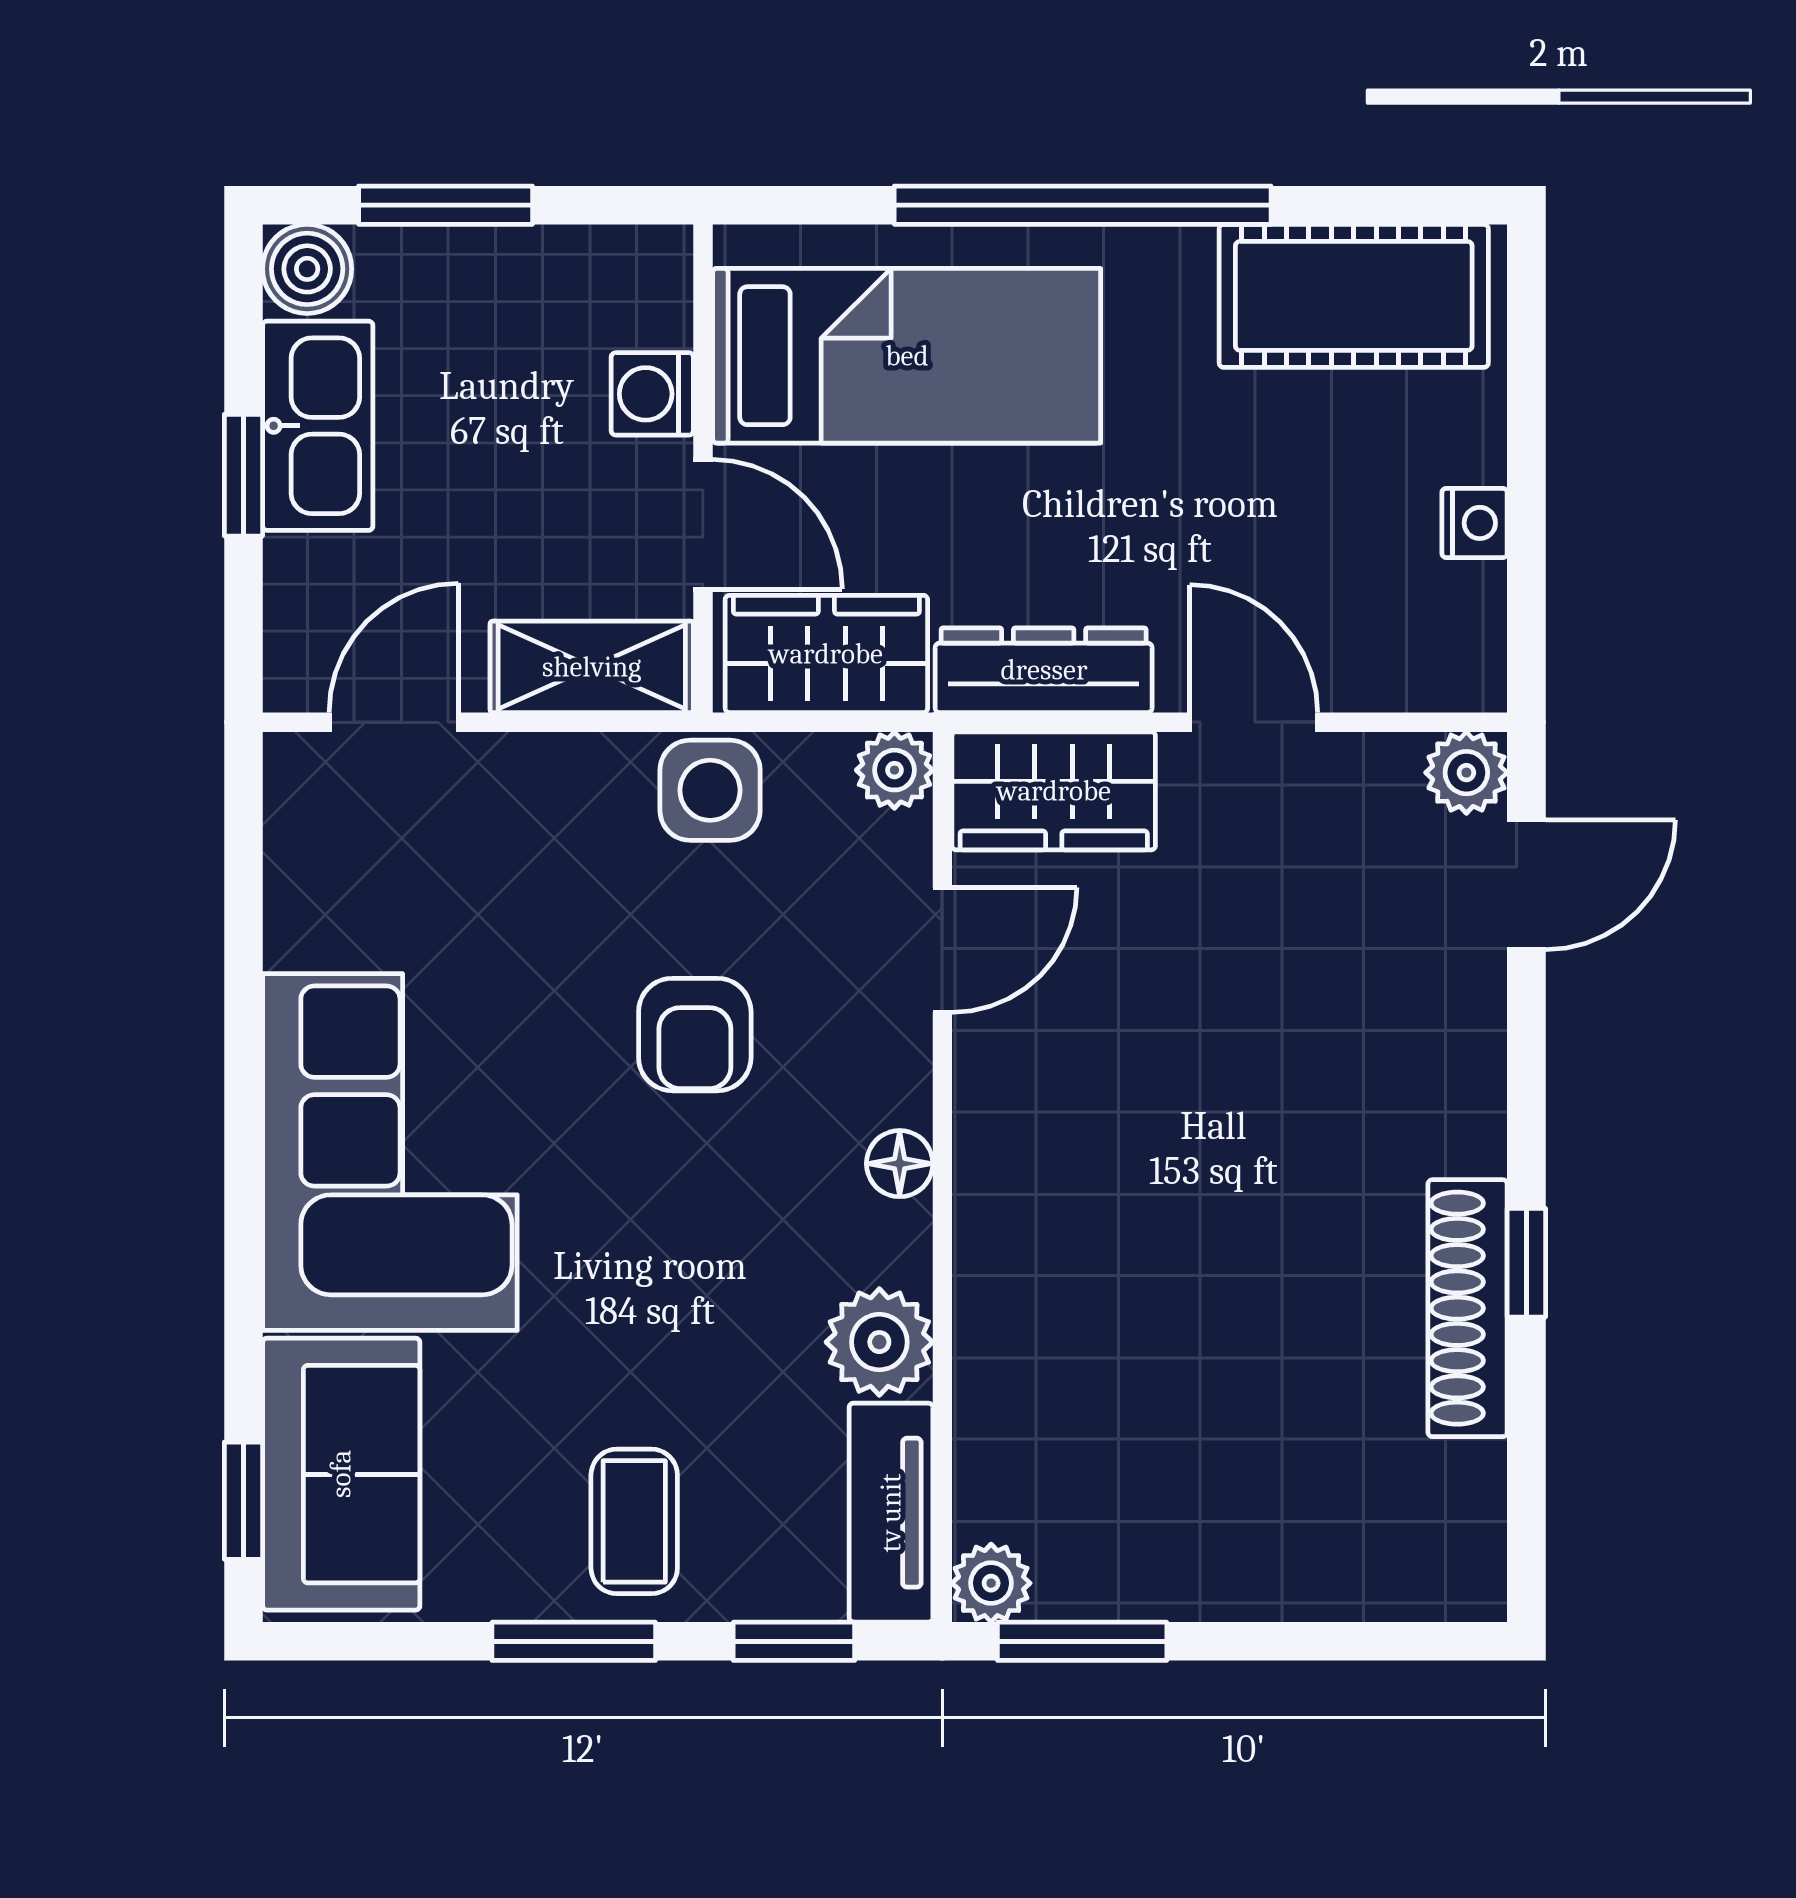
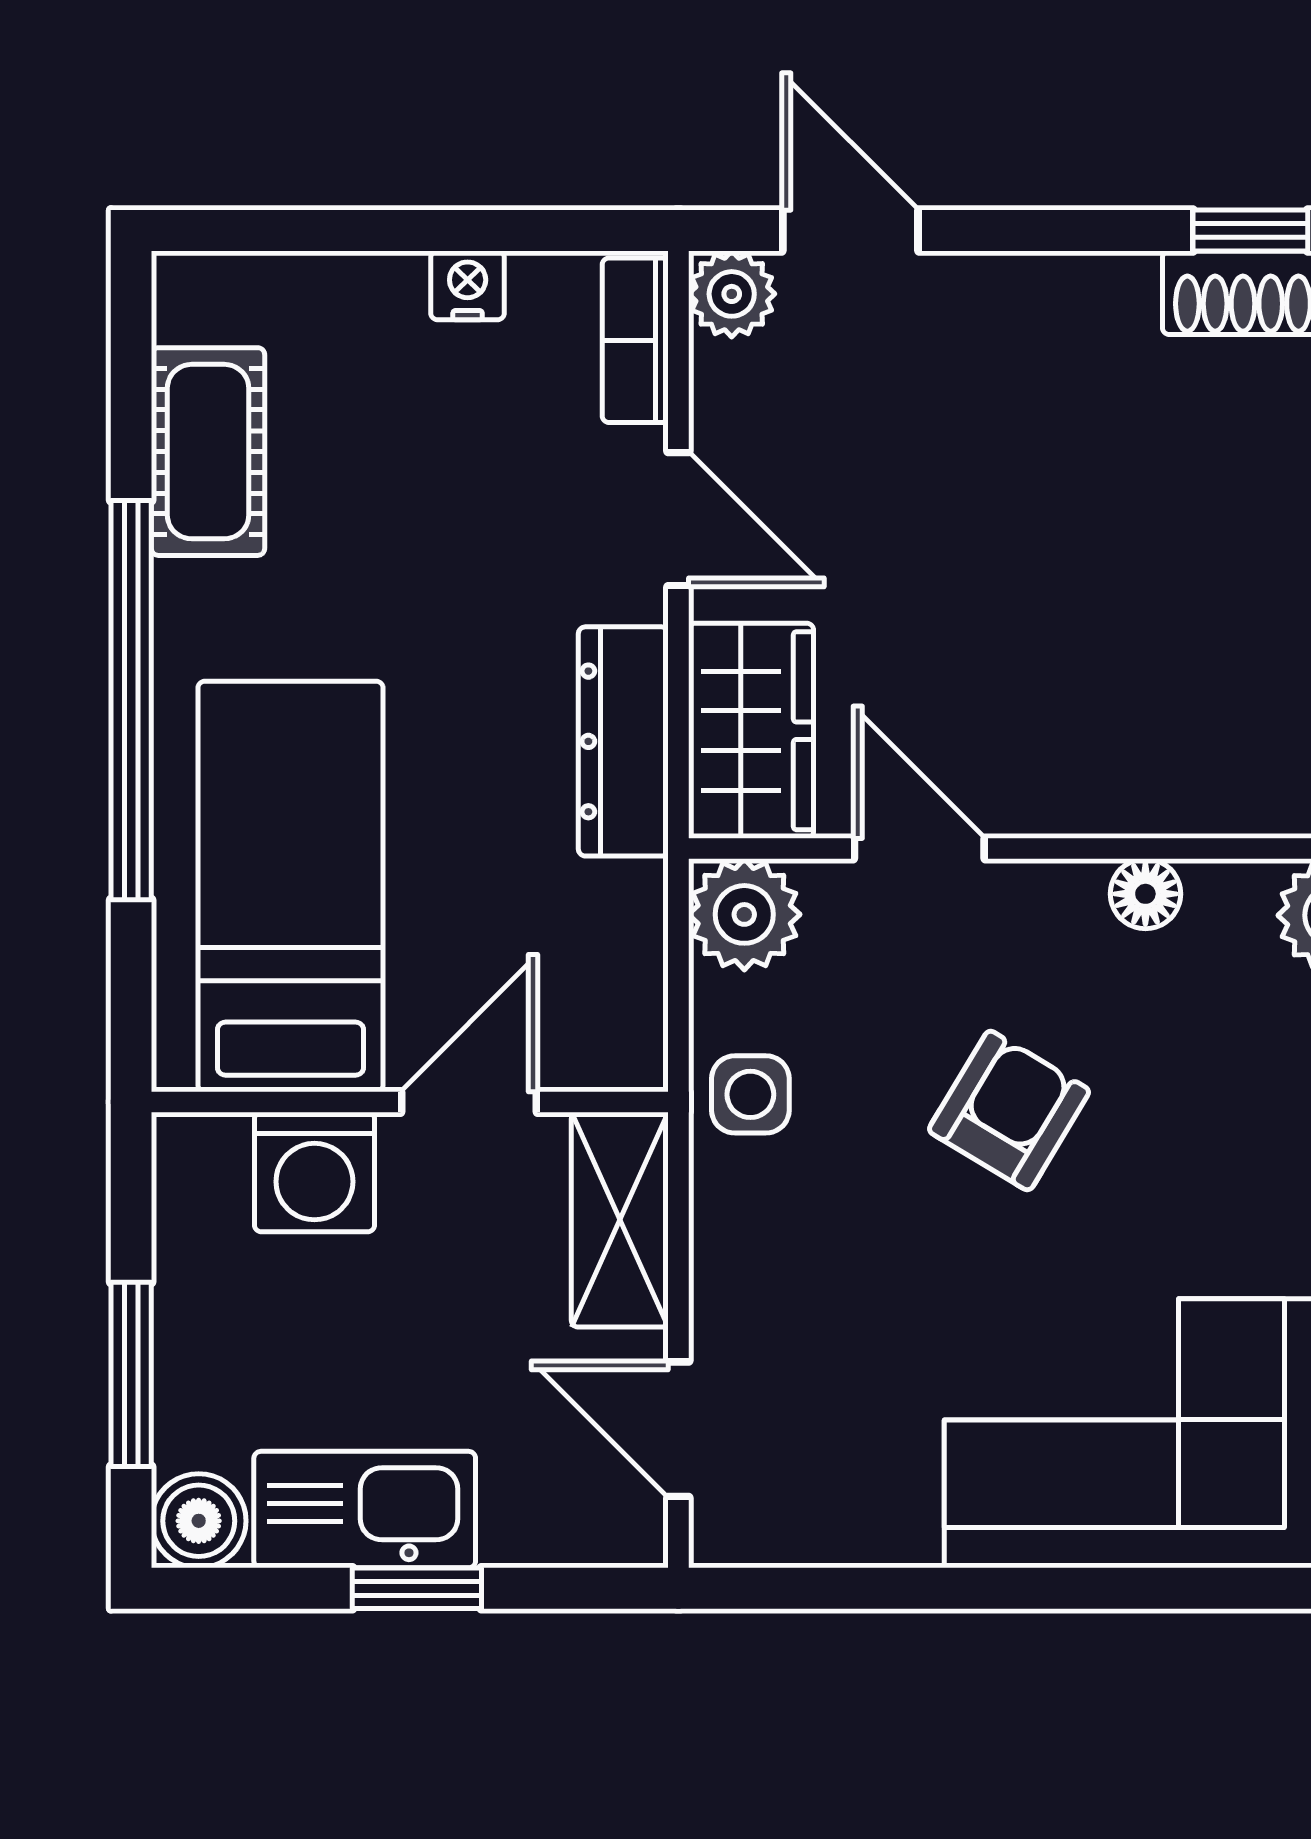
cot: (1354, 296) -> (208, 452), width x0.73, depth x0.75
washing machine: (652, 394) -> (314, 1172), width x1.38, depth x1.38
wardrobe: (826, 654) -> (606, 971), removed
bookcase: (1423, 681) -> (635, 340), added
door: (1254, 722) -> (678, 519), swing flipped
plant: (894, 770) -> (744, 914), width x1.38, depth x1.38
side table: (710, 790) -> (750, 1094), width x0.73, depth x0.73
armchair: (695, 1035) -> (1009, 1111), turned -59

